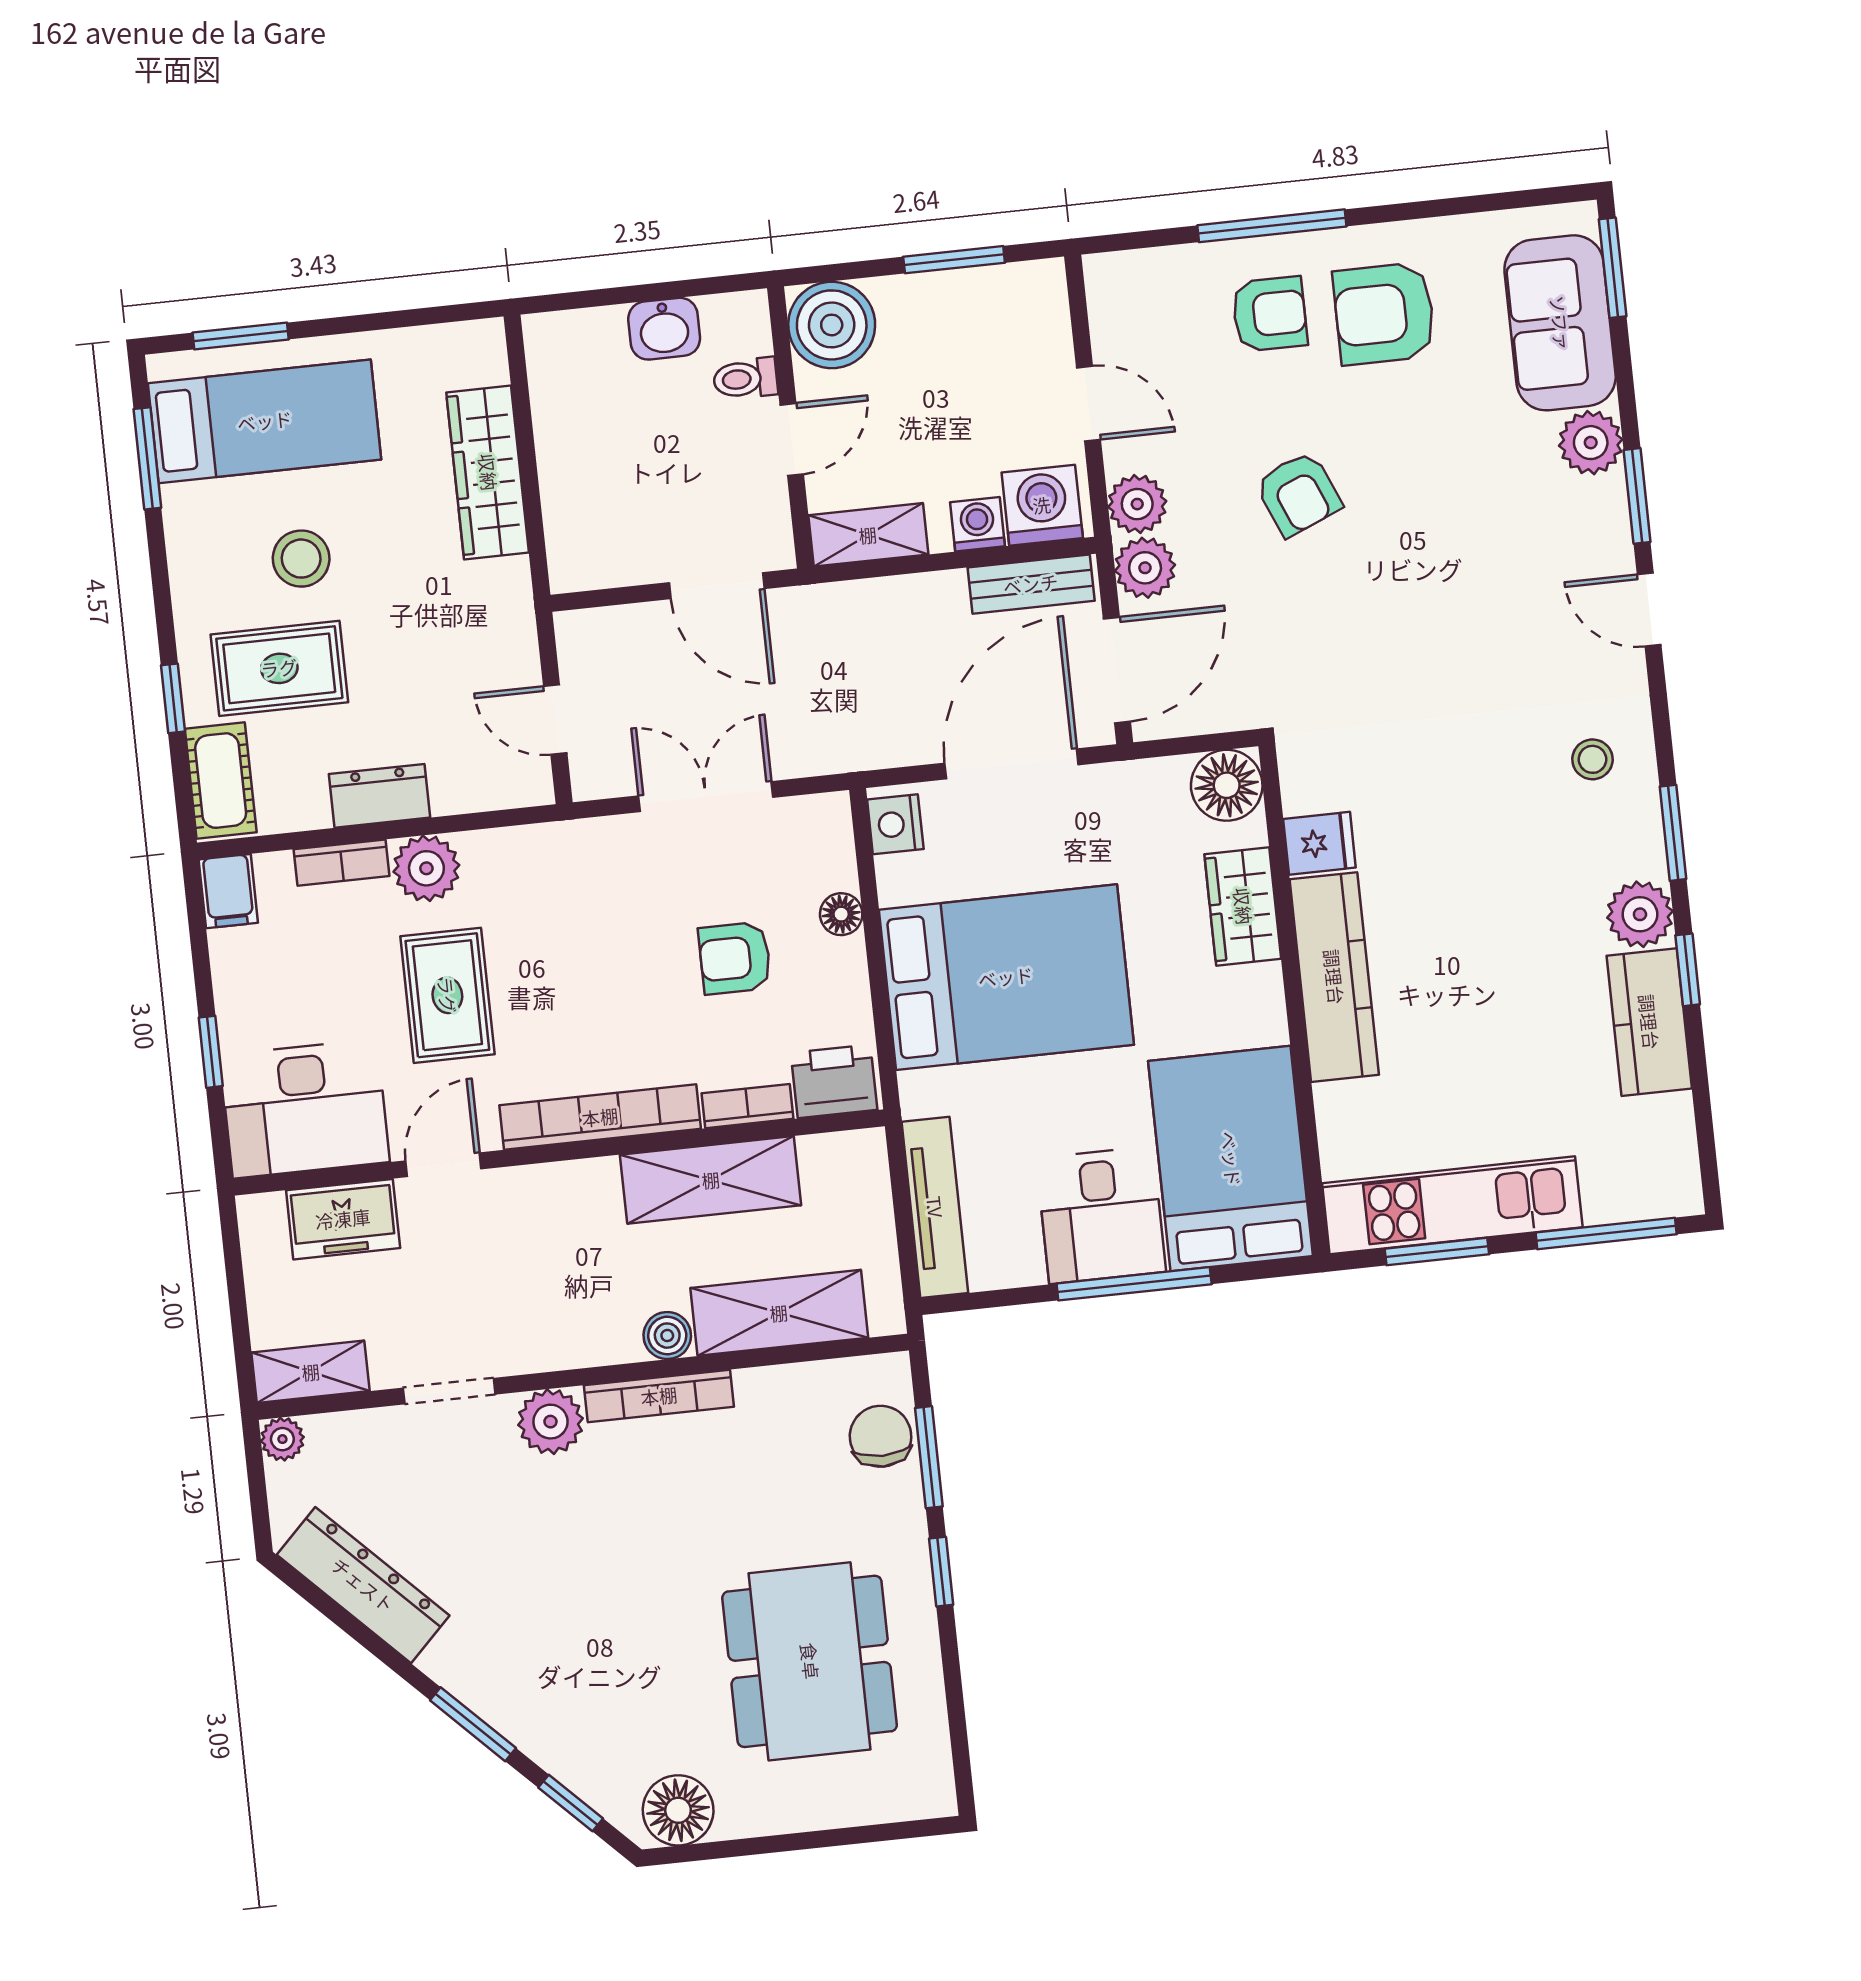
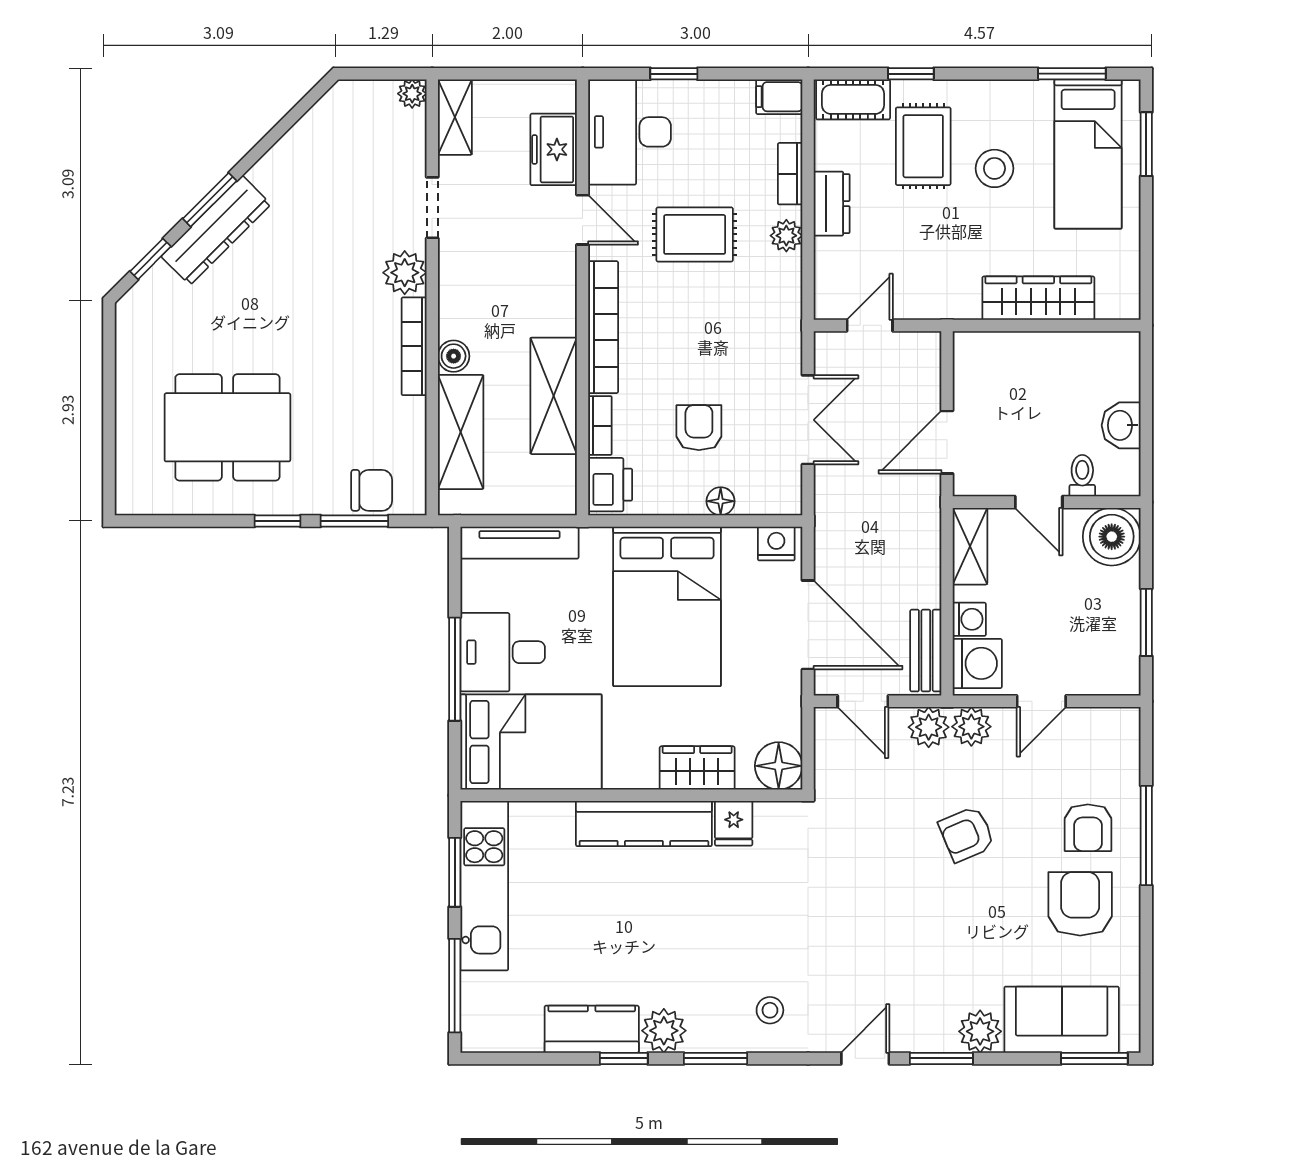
door: (1117, 670) -> (863, 701), width x0.73
plant: (426, 868) -> (786, 236), width x0.73, depth x0.73
dresser: (363, 1585) -> (216, 230), moved
floor lamp: (678, 1810) -> (138, 330), removed

